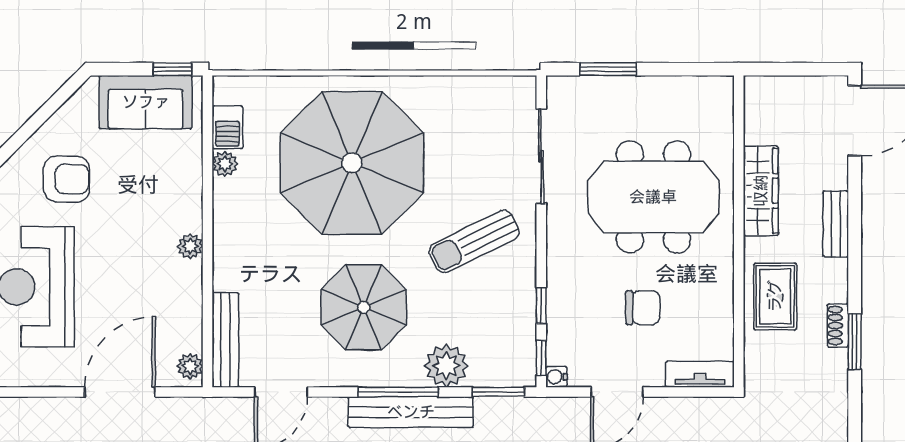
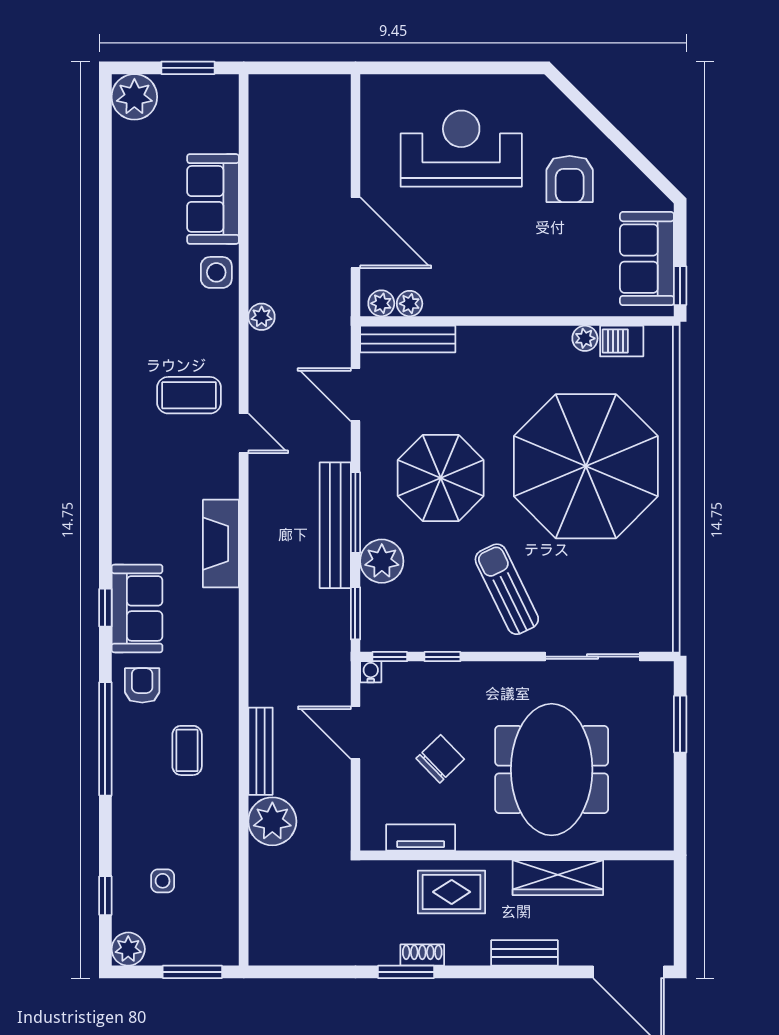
plant: (190, 246) -> (410, 304), moved
chair: (643, 308) -> (440, 759), turned -134
tv unit: (700, 374) -> (421, 838), moved, turned -90

